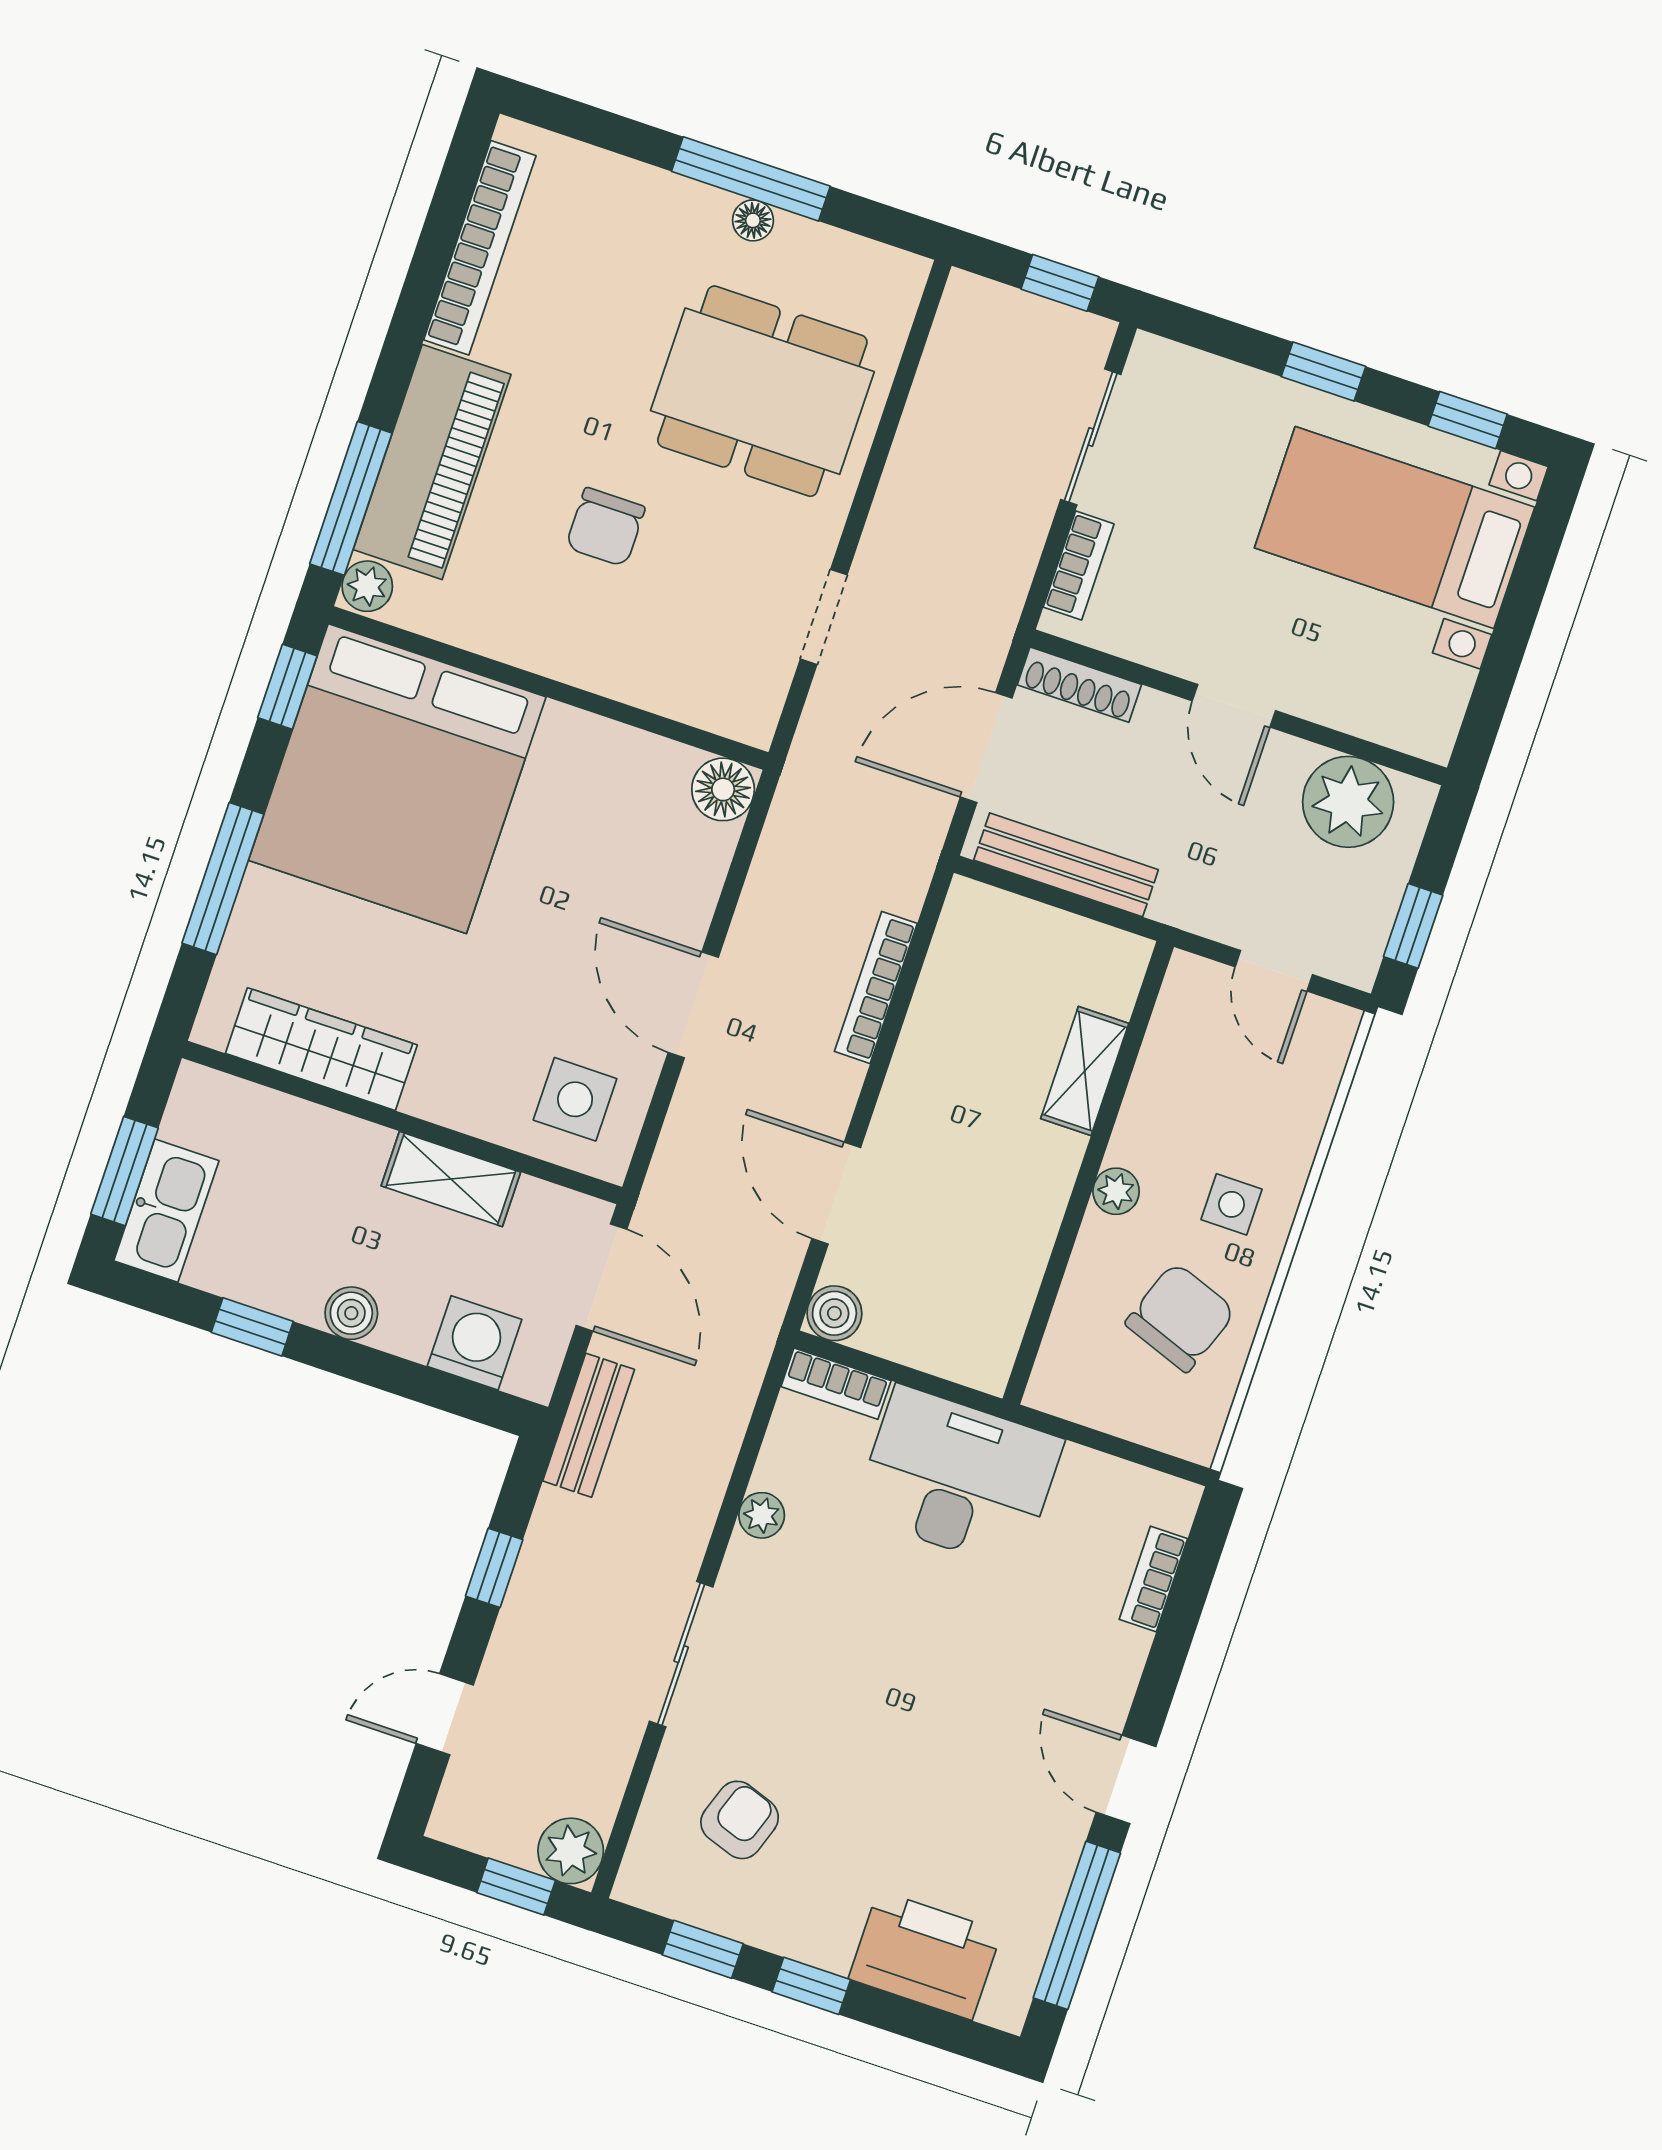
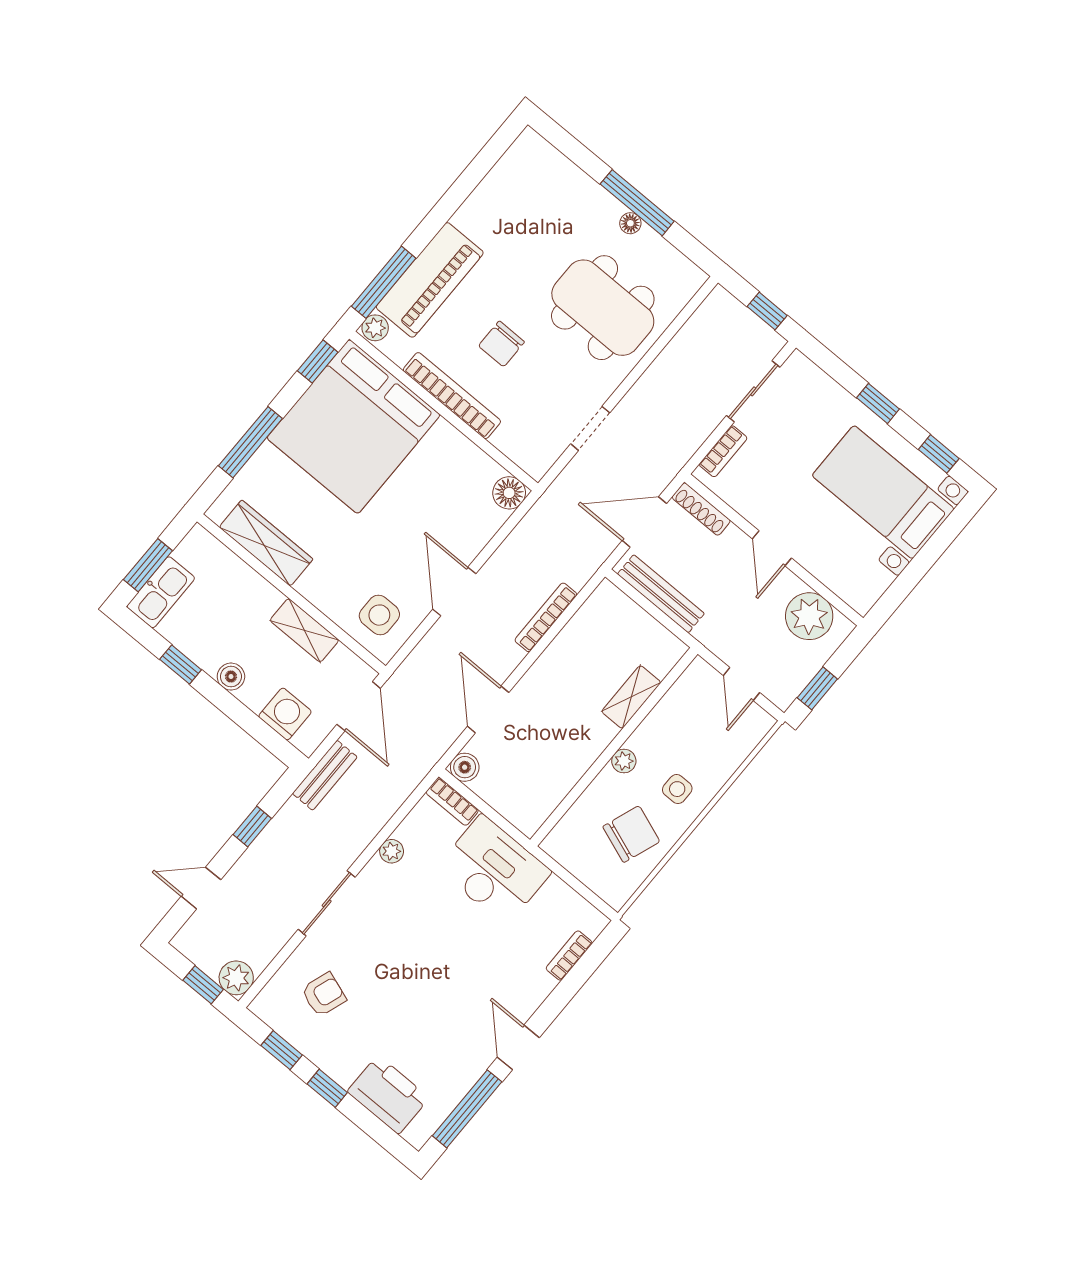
bookcase: (480, 248) -> (452, 396), moved, turned -90

